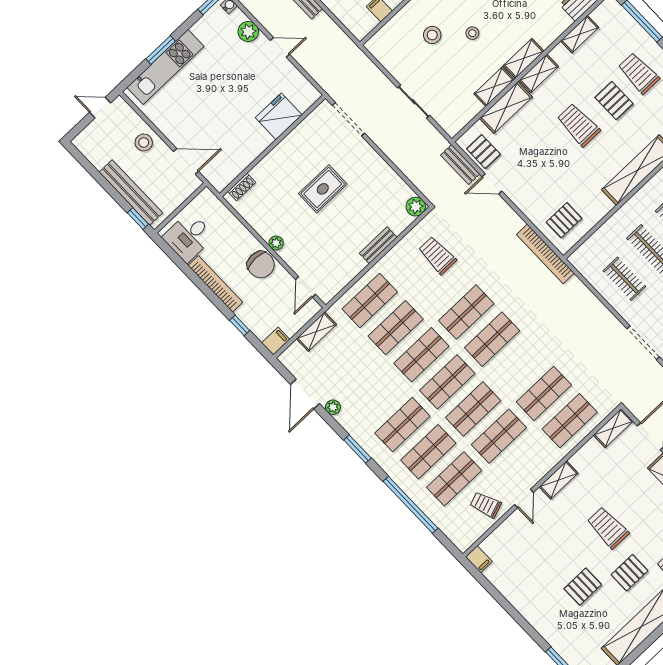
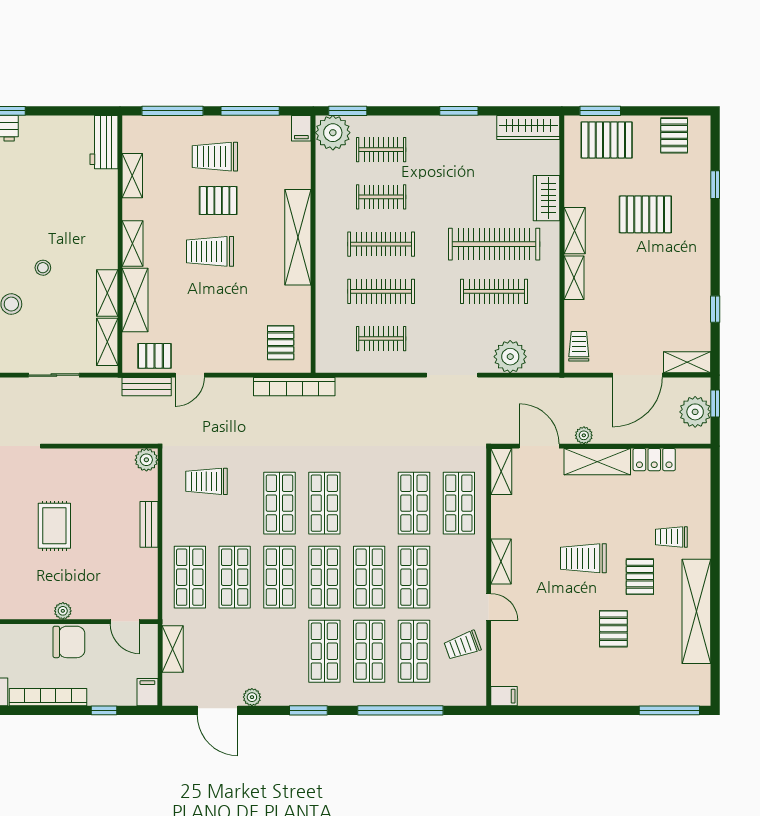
shelving: (524, 58) -> (107, 342), moved

